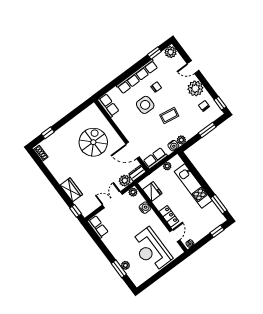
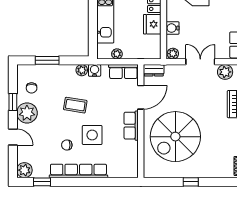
window: (220, 103) -> (13, 102), moved
row of seats: (108, 105) -> (131, 126), moved
window: (48, 133) -> (191, 182), moved
spiral stairs: (93, 142) -> (175, 137), width x1.37, depth x1.37
door: (133, 150) -> (141, 97), hinge flipped
plant: (125, 181) -> (225, 72), moved
fridge: (152, 191) -> (152, 24), moved
double door: (112, 200) -> (200, 62), swing flipped

